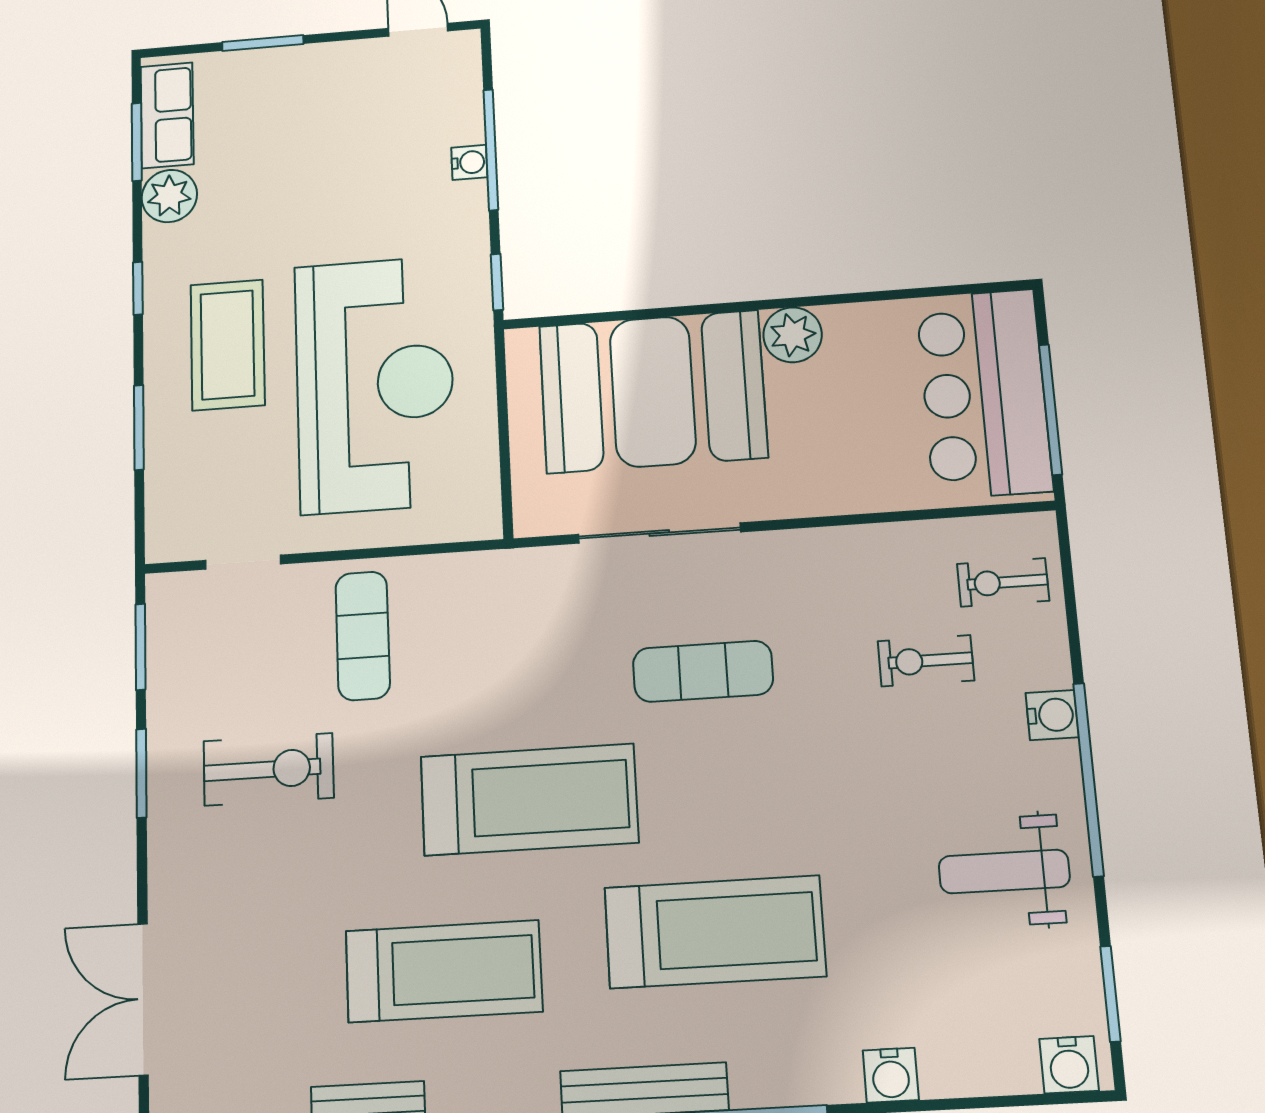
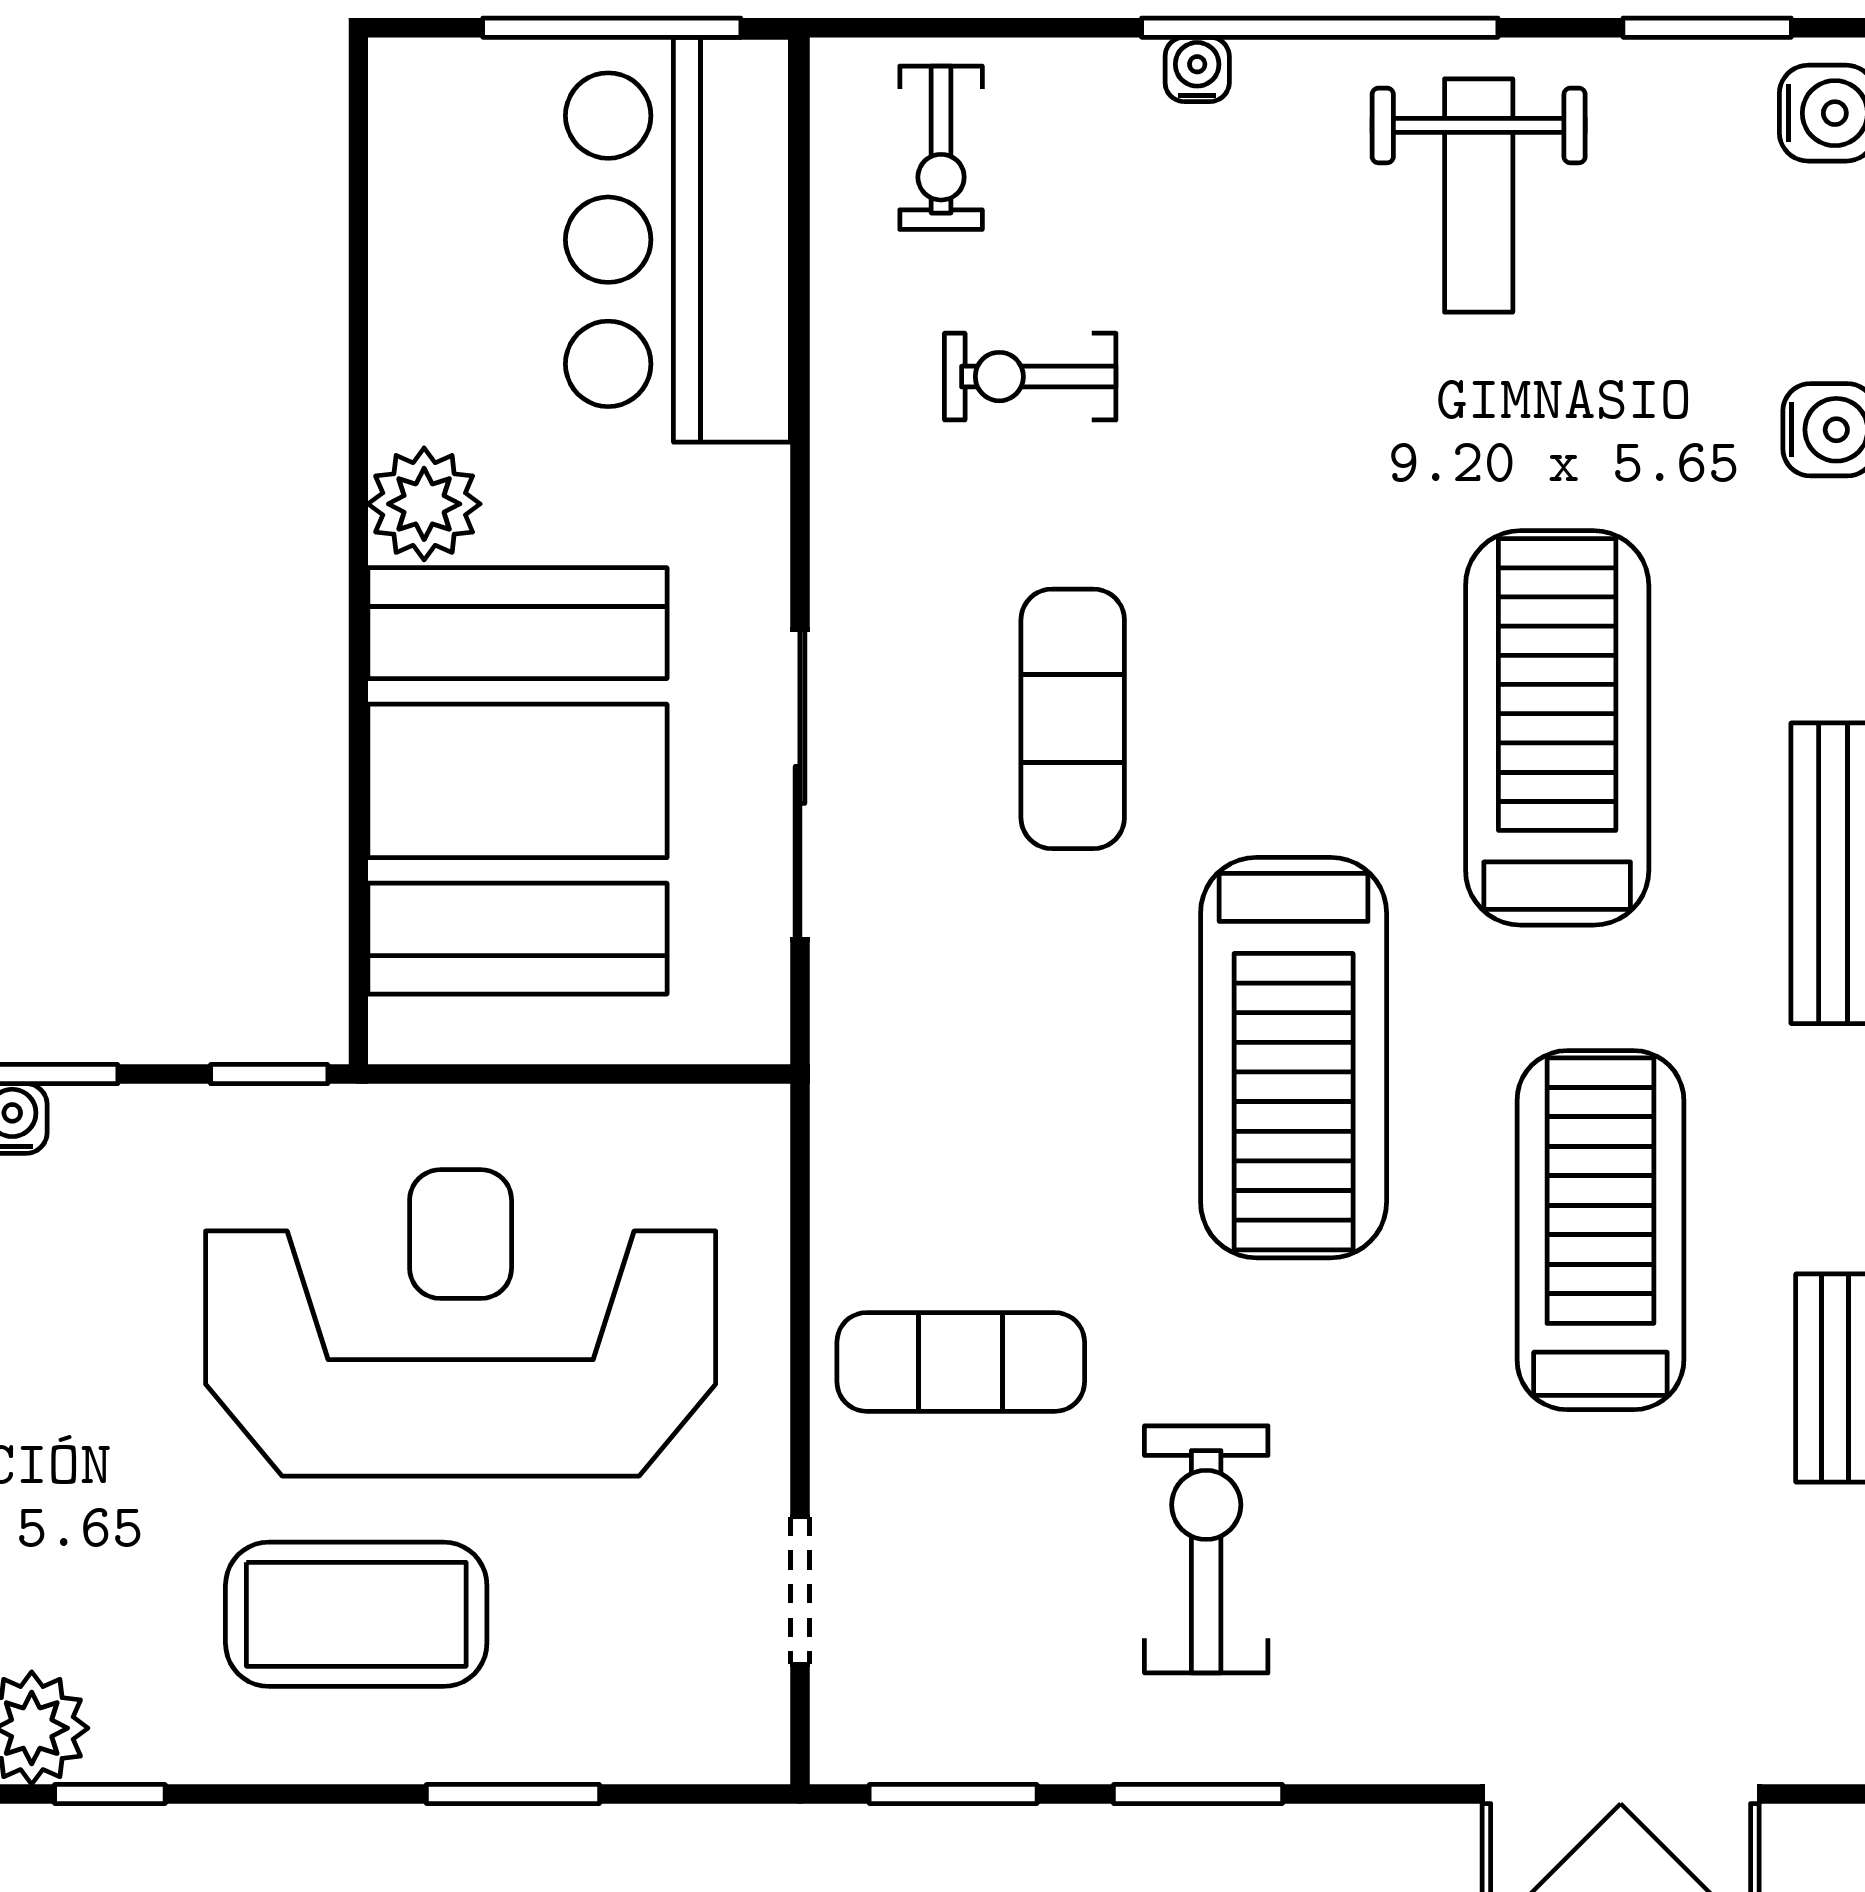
window: (138, 288) -> (110, 1794), moved
bar counter: (984, 393) -> (678, 240), moved, turned 90
exercise bike: (926, 661) -> (1030, 377), moved, turned 90
water cooler: (1052, 715) -> (1197, 69), width x0.72, depth x0.72
treadmill: (529, 799) -> (1294, 1058), turned 180

